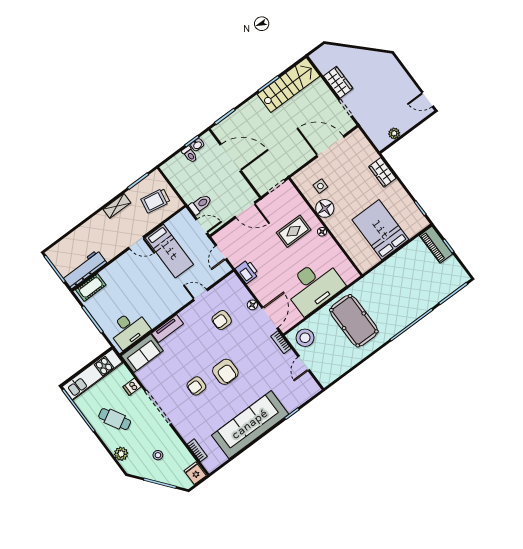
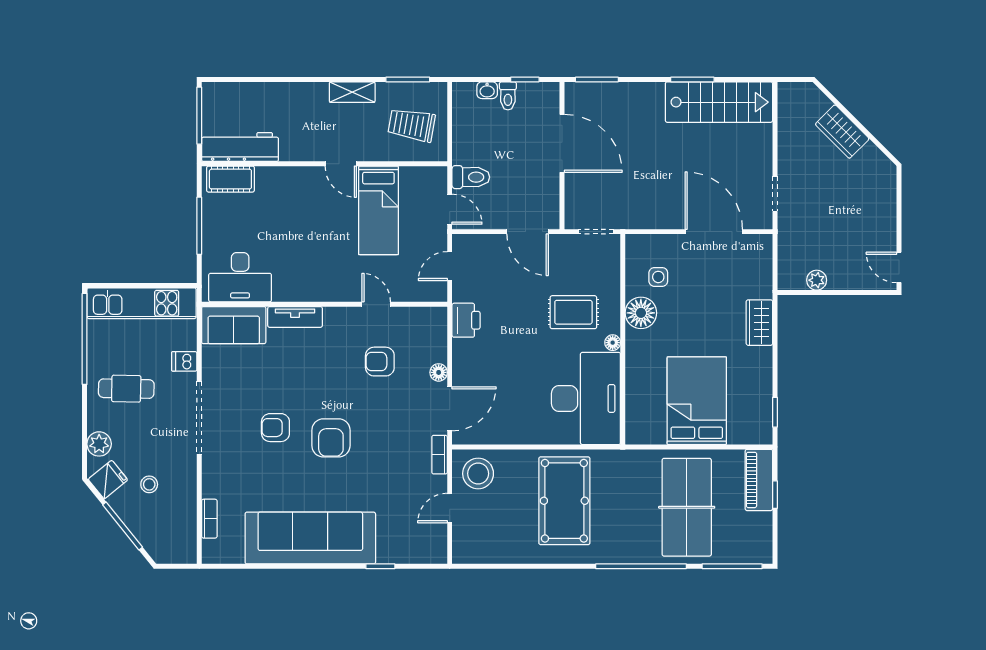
wardrobe: (338, 82) -> (842, 132), moved, turned 135
washbasin: (197, 145) -> (487, 90), moved
table tennis table: (412, 282) -> (687, 507), added
desk: (314, 286) -> (586, 398), moved, turned -90
cafe table: (115, 419) -> (126, 389), turned -60
fridge: (195, 473) -> (108, 480), moved, turned 51

